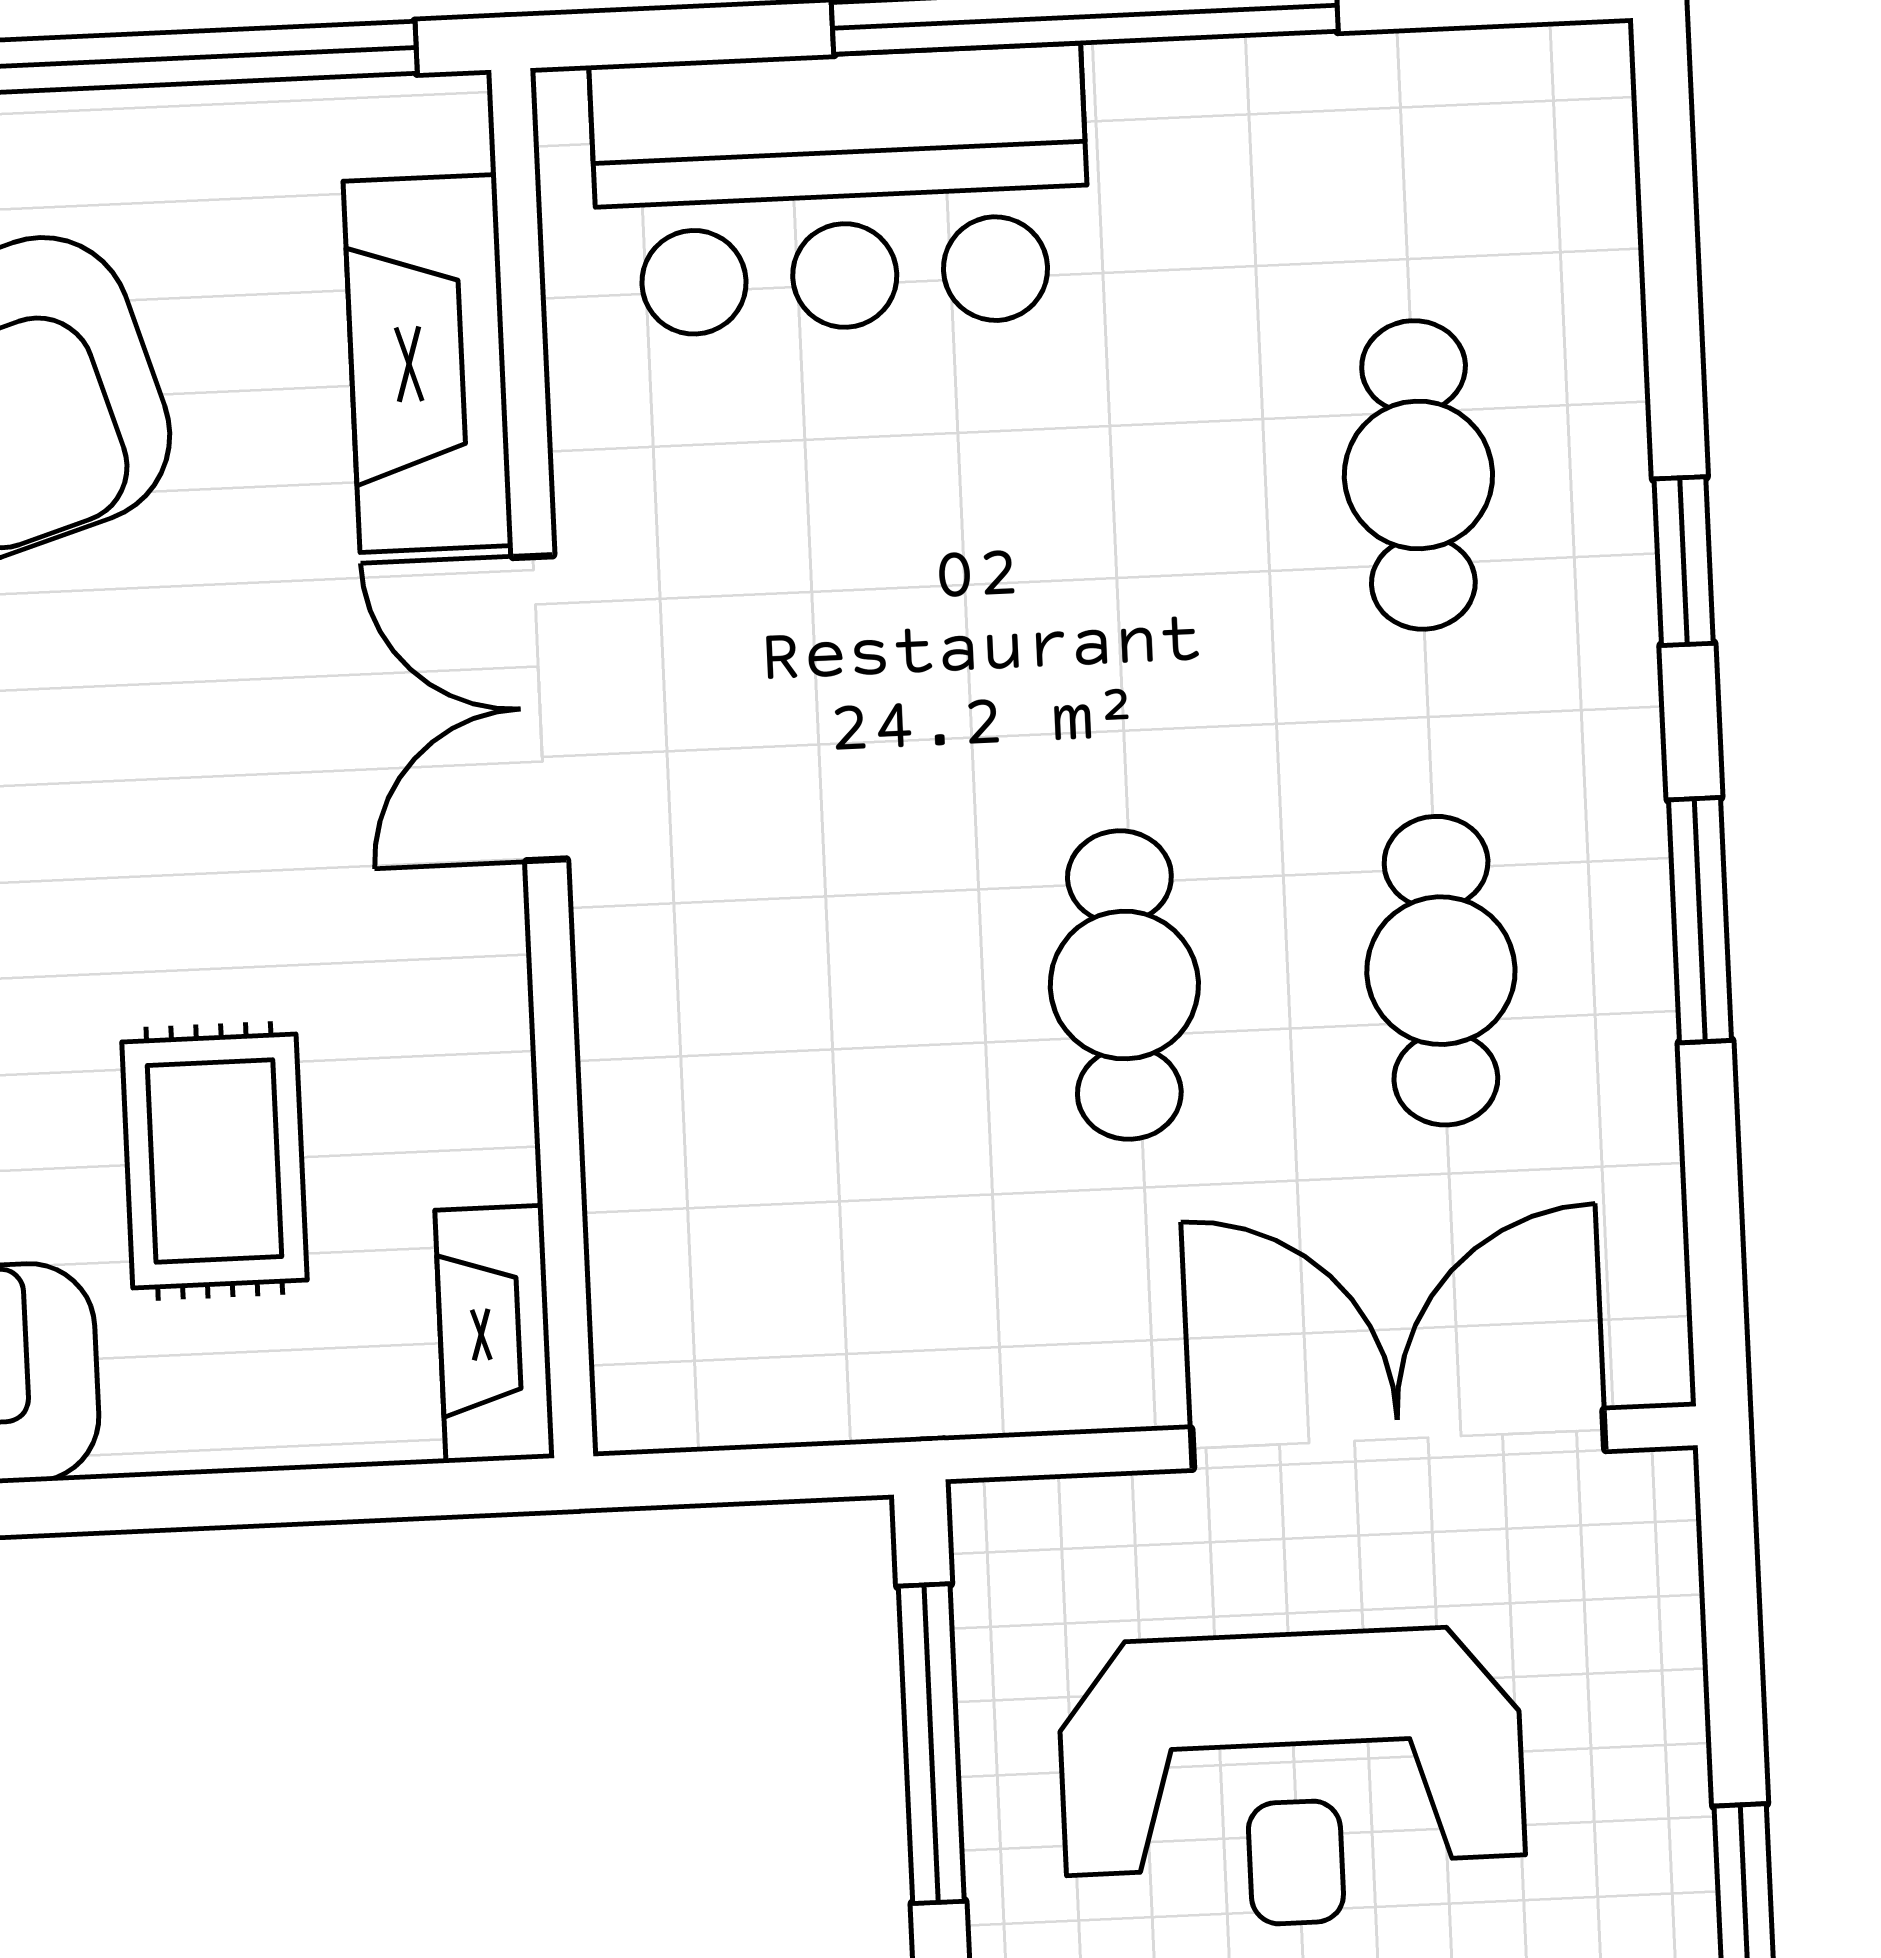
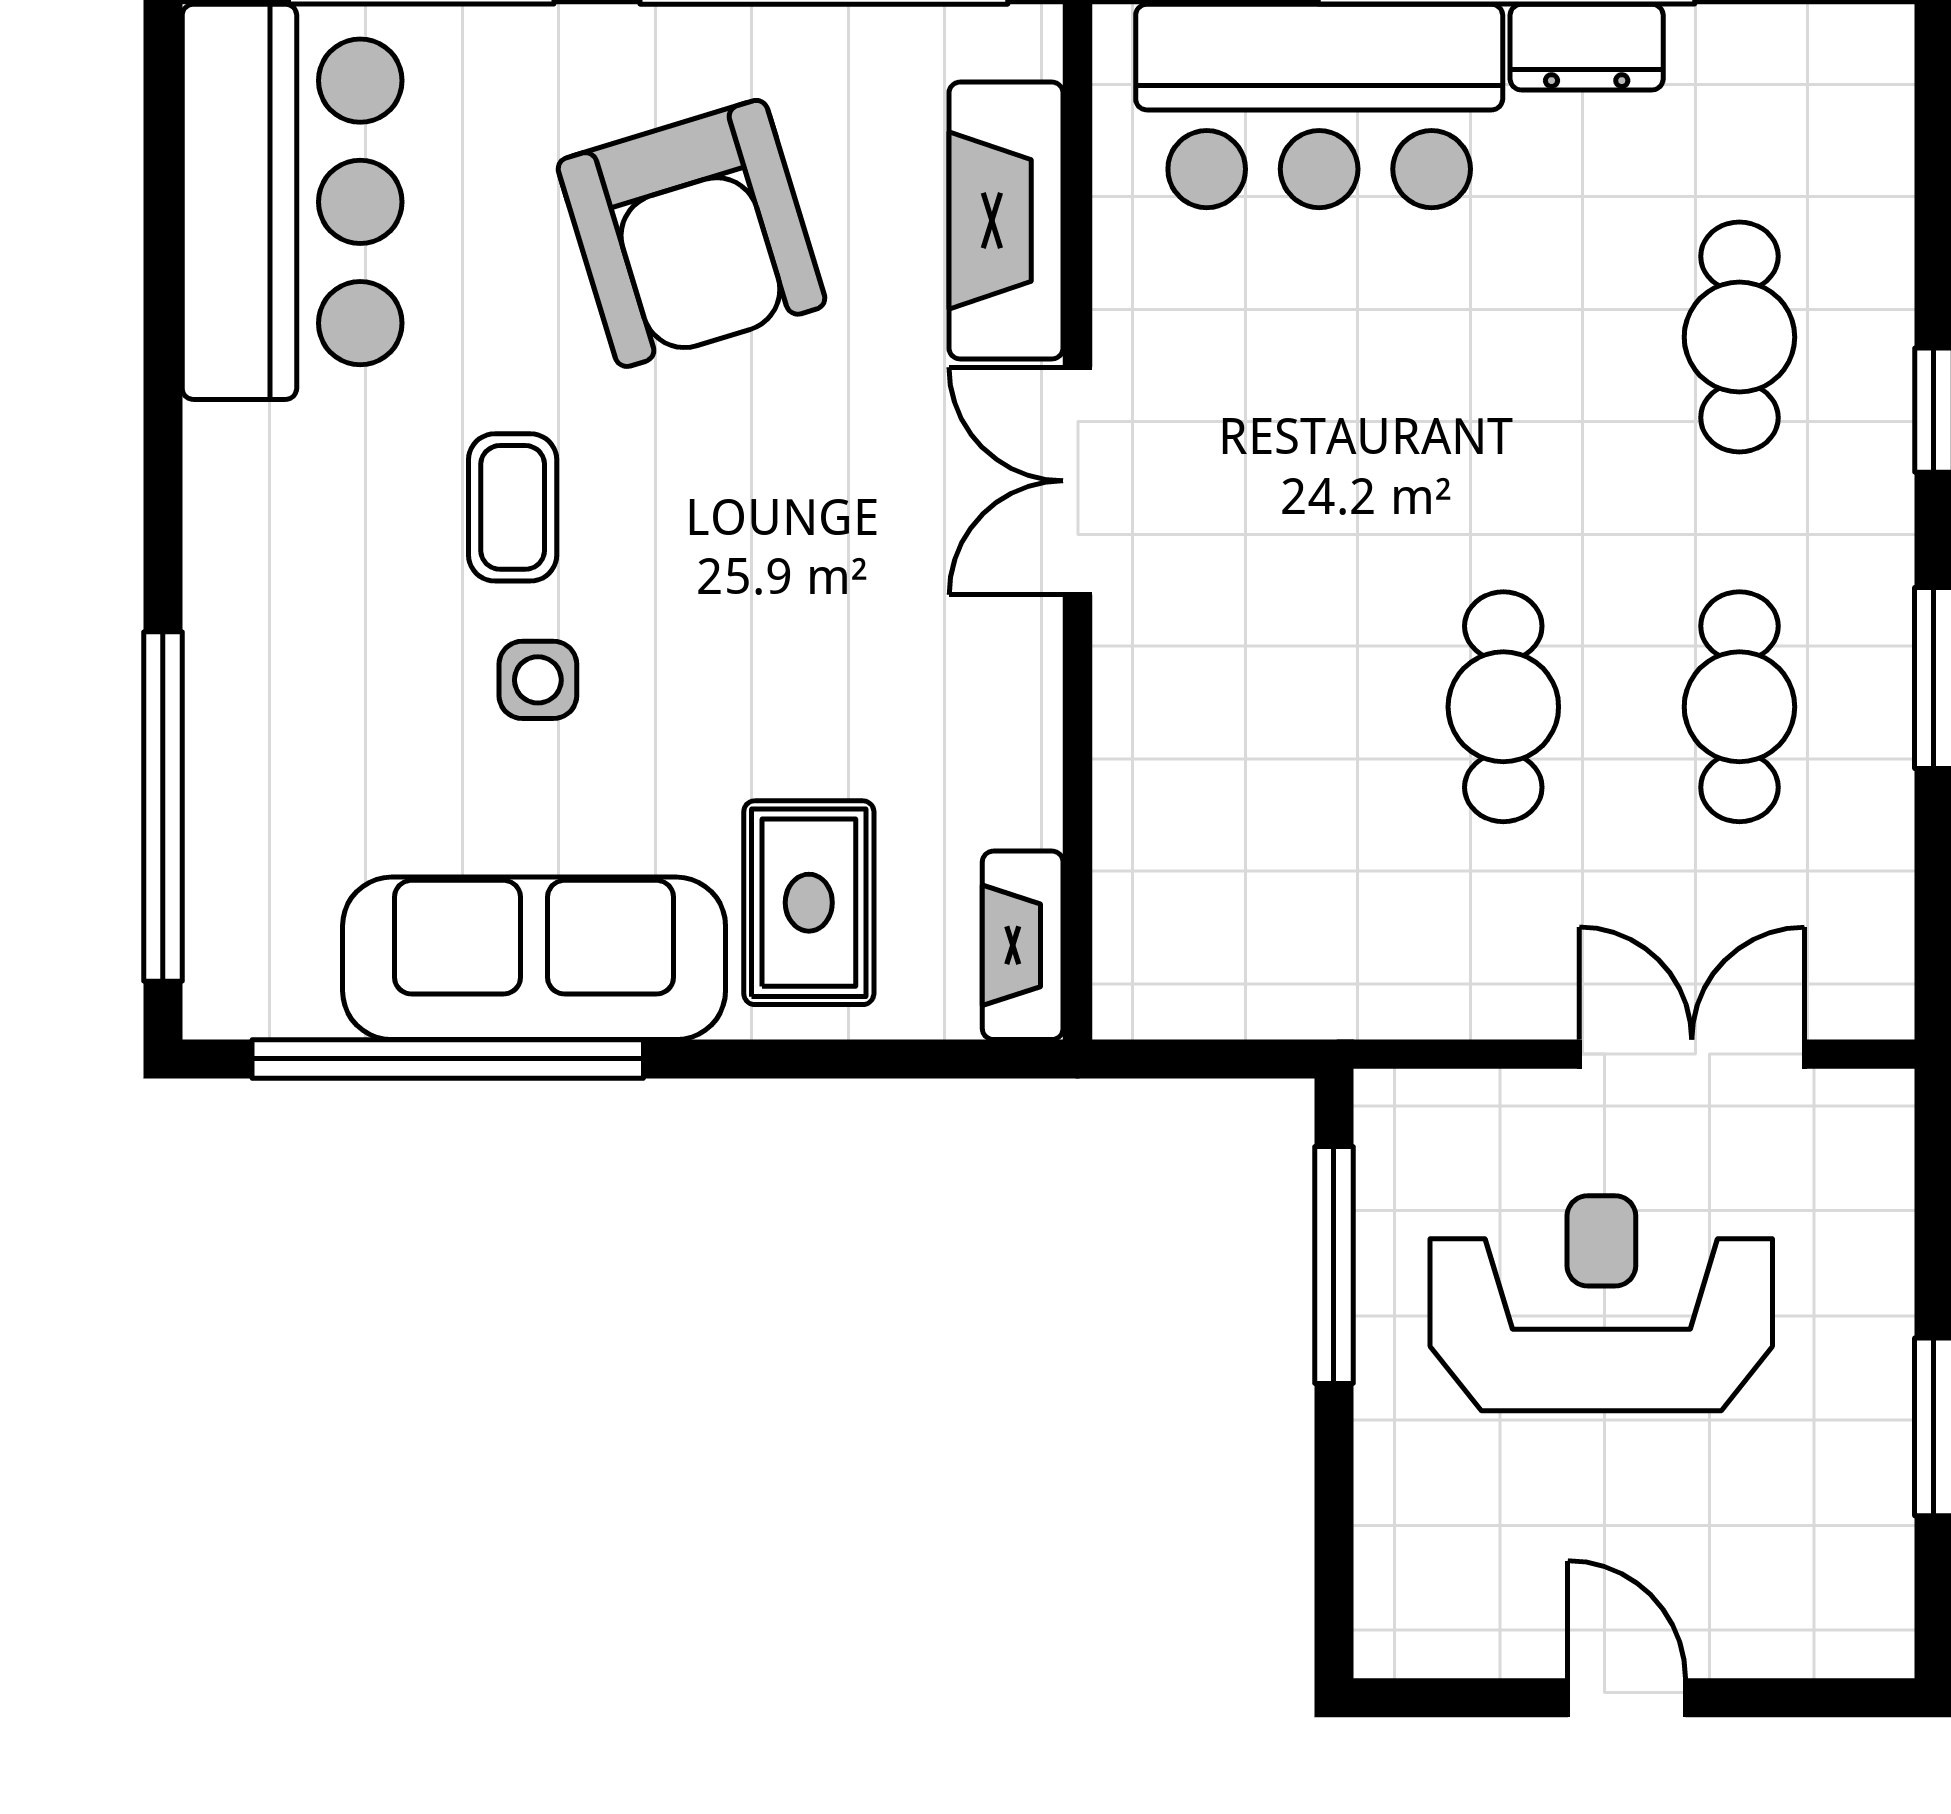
dresser: (1196, 96) -> (1587, 47), added
rug: (214, 1161) -> (809, 903), moved
double door: (1398, 1439) -> (1692, 1054), width x0.73
reception desk: (1292, 1779) -> (1601, 1303), turned 180

